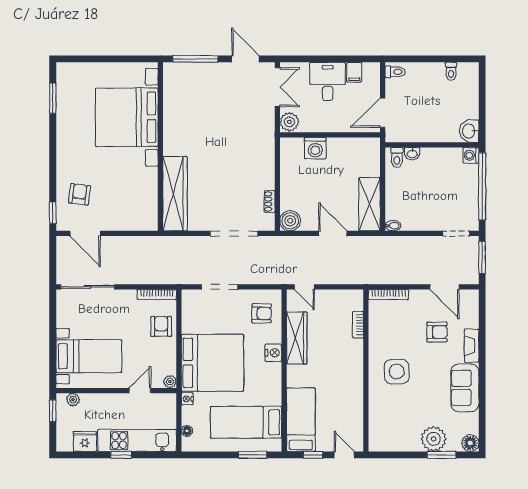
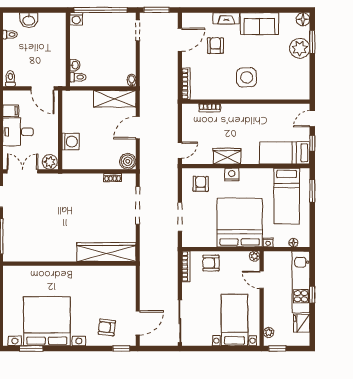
bed with nightstands: (127, 117) -> (47, 321), moved, turned 180
washbasin: (469, 131) -> (29, 20), moved
wardrobe: (297, 338) -> (227, 156), width x0.67

